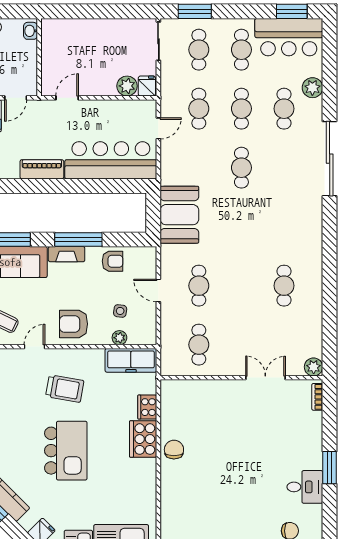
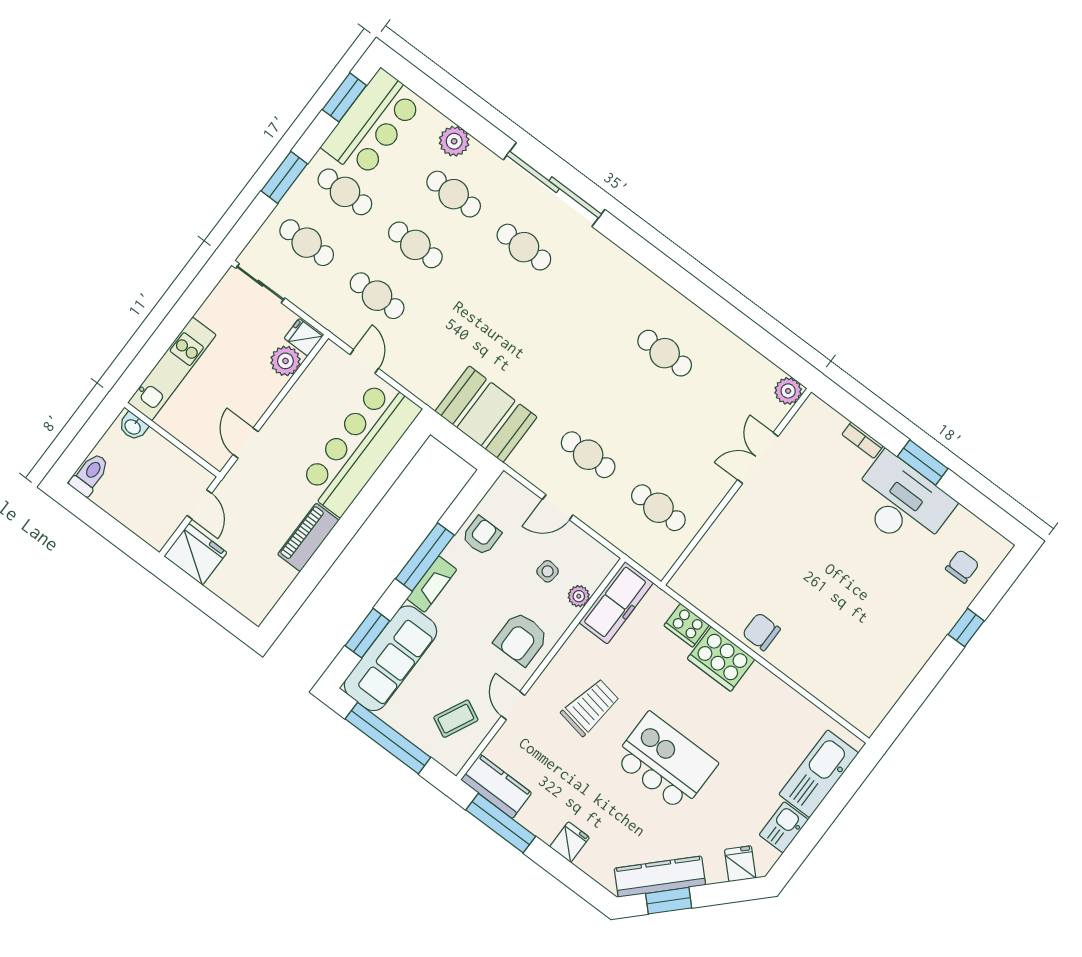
window: (195, 11) -> (284, 177), moved
kitchen unit: (77, 28) -> (172, 369), added
cafe table: (241, 168) -> (524, 247), moved
bookcase: (317, 397) -> (863, 440), moved
desk: (305, 487) -> (901, 503), width x1.87, depth x1.30

